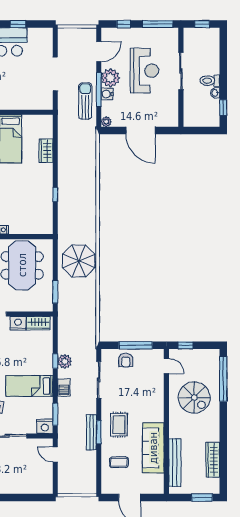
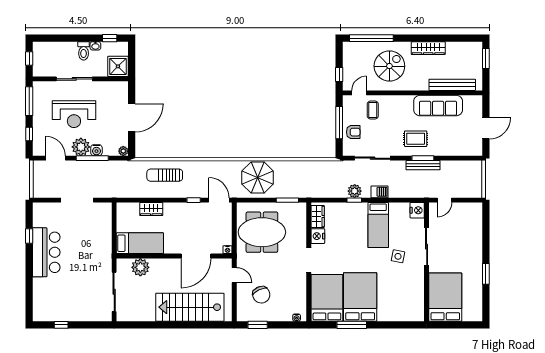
reception desk: (144, 71) -> (74, 114), turned 180
sun lounger: (85, 101) -> (165, 175), moved
shower: (194, 116) -> (118, 66), added
door: (55, 221) -> (219, 200), added
window: (55, 414) -> (406, 200), removed
wardrobe: (213, 460) -> (428, 48), moved
coffee table: (119, 462) -> (373, 110), moved

